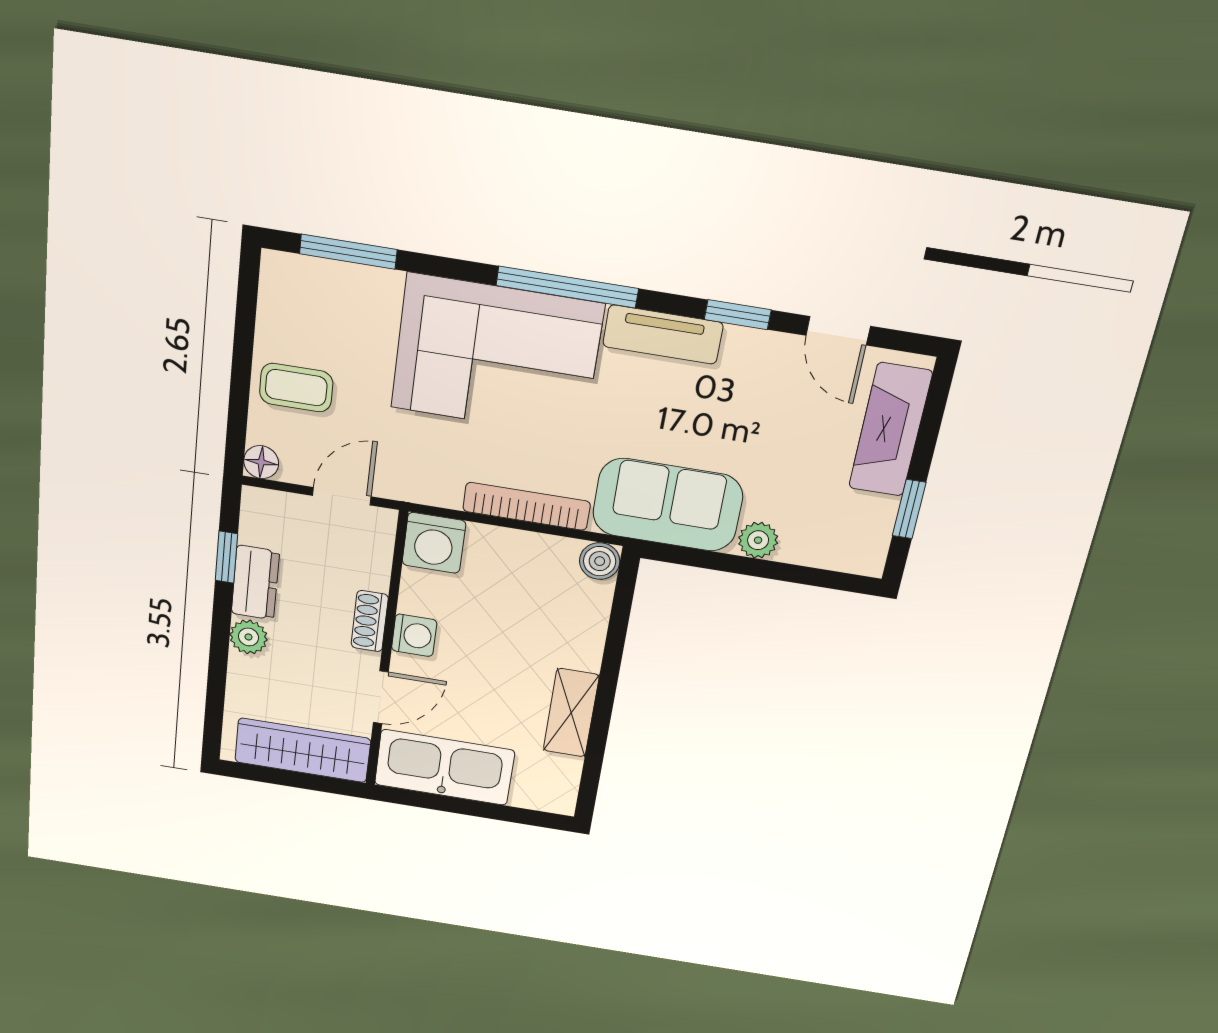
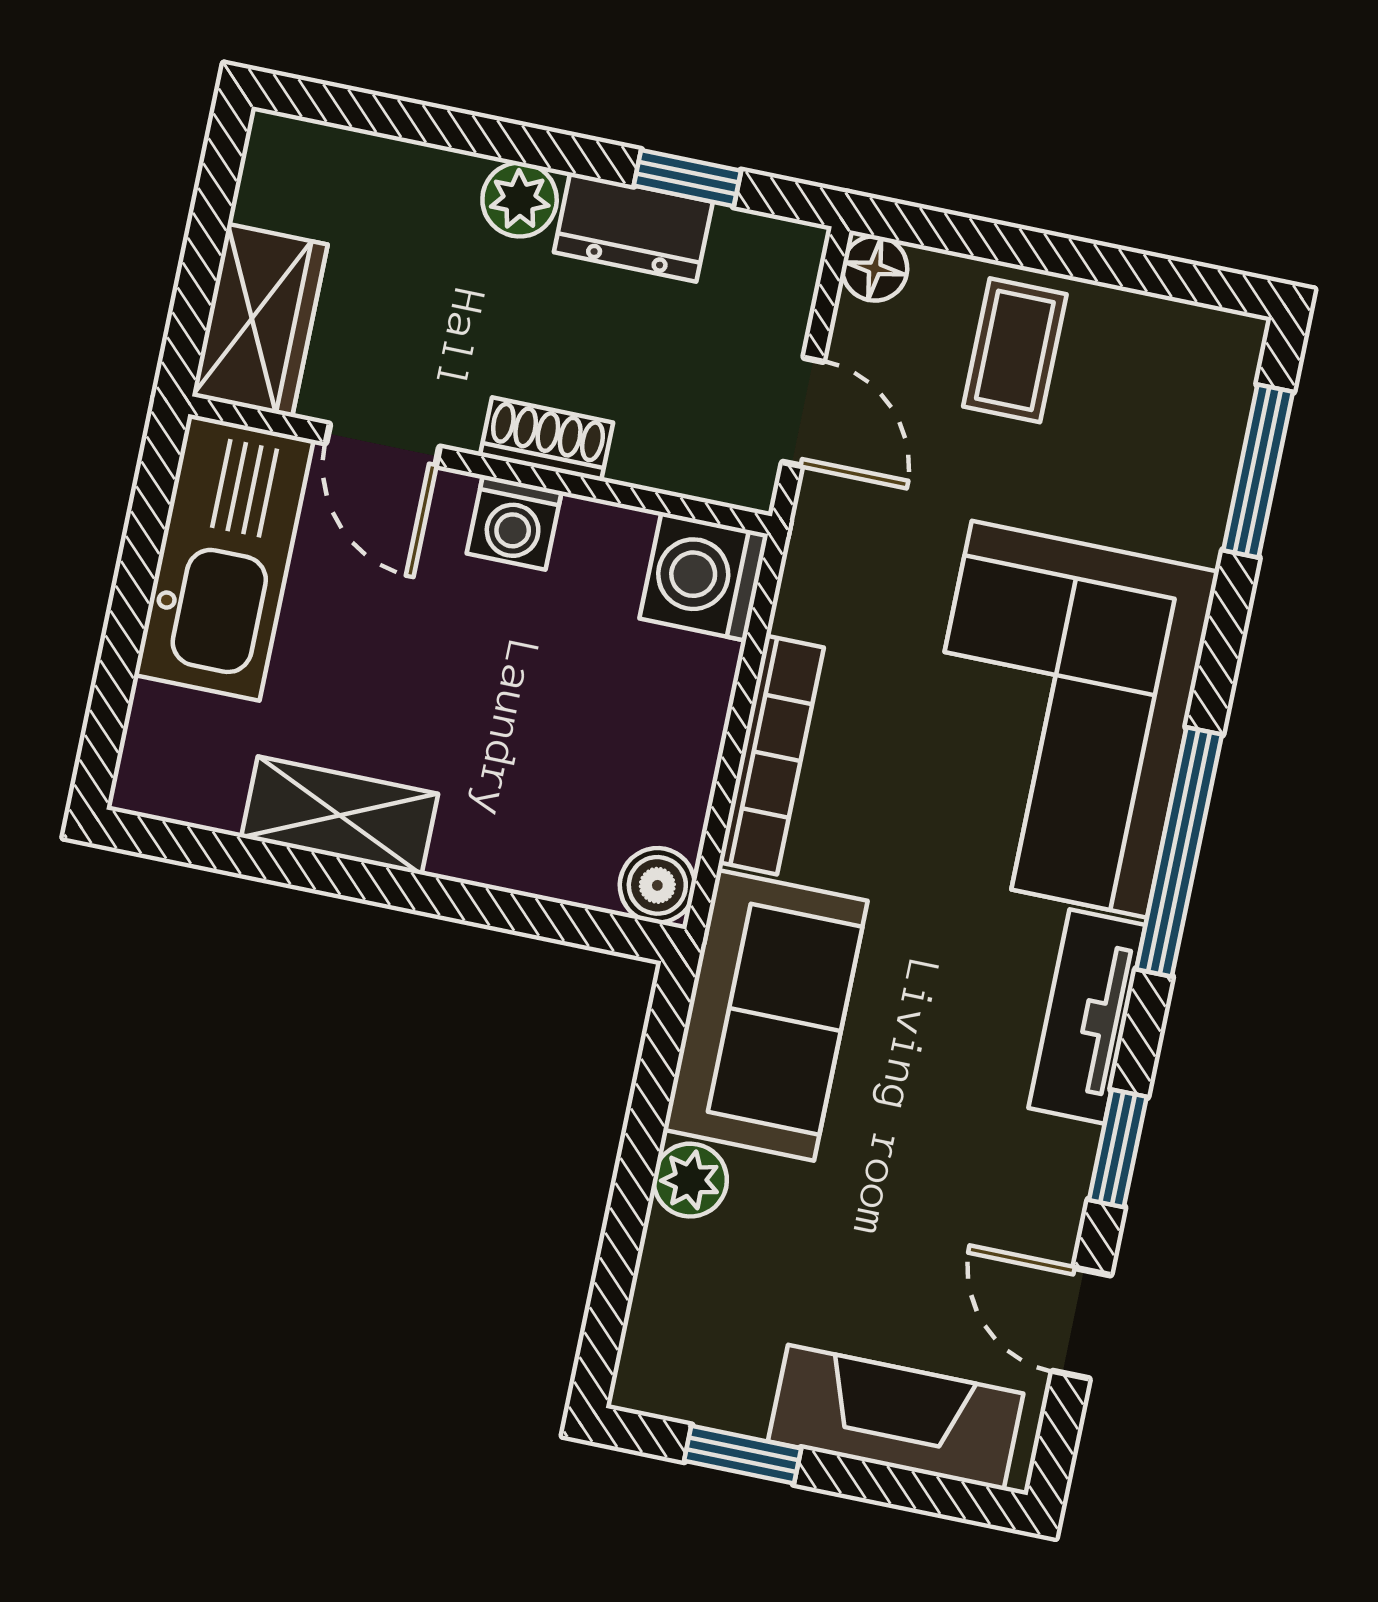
door: (838, 331) -> (1082, 1323), hinge flipped
wardrobe: (303, 750) -> (260, 320), width x0.67

